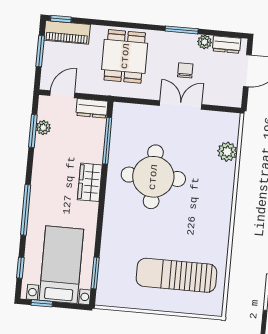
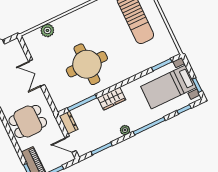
chair: (185, 70) -> (15, 82), removed
plant: (43, 128) -> (125, 130), moved

